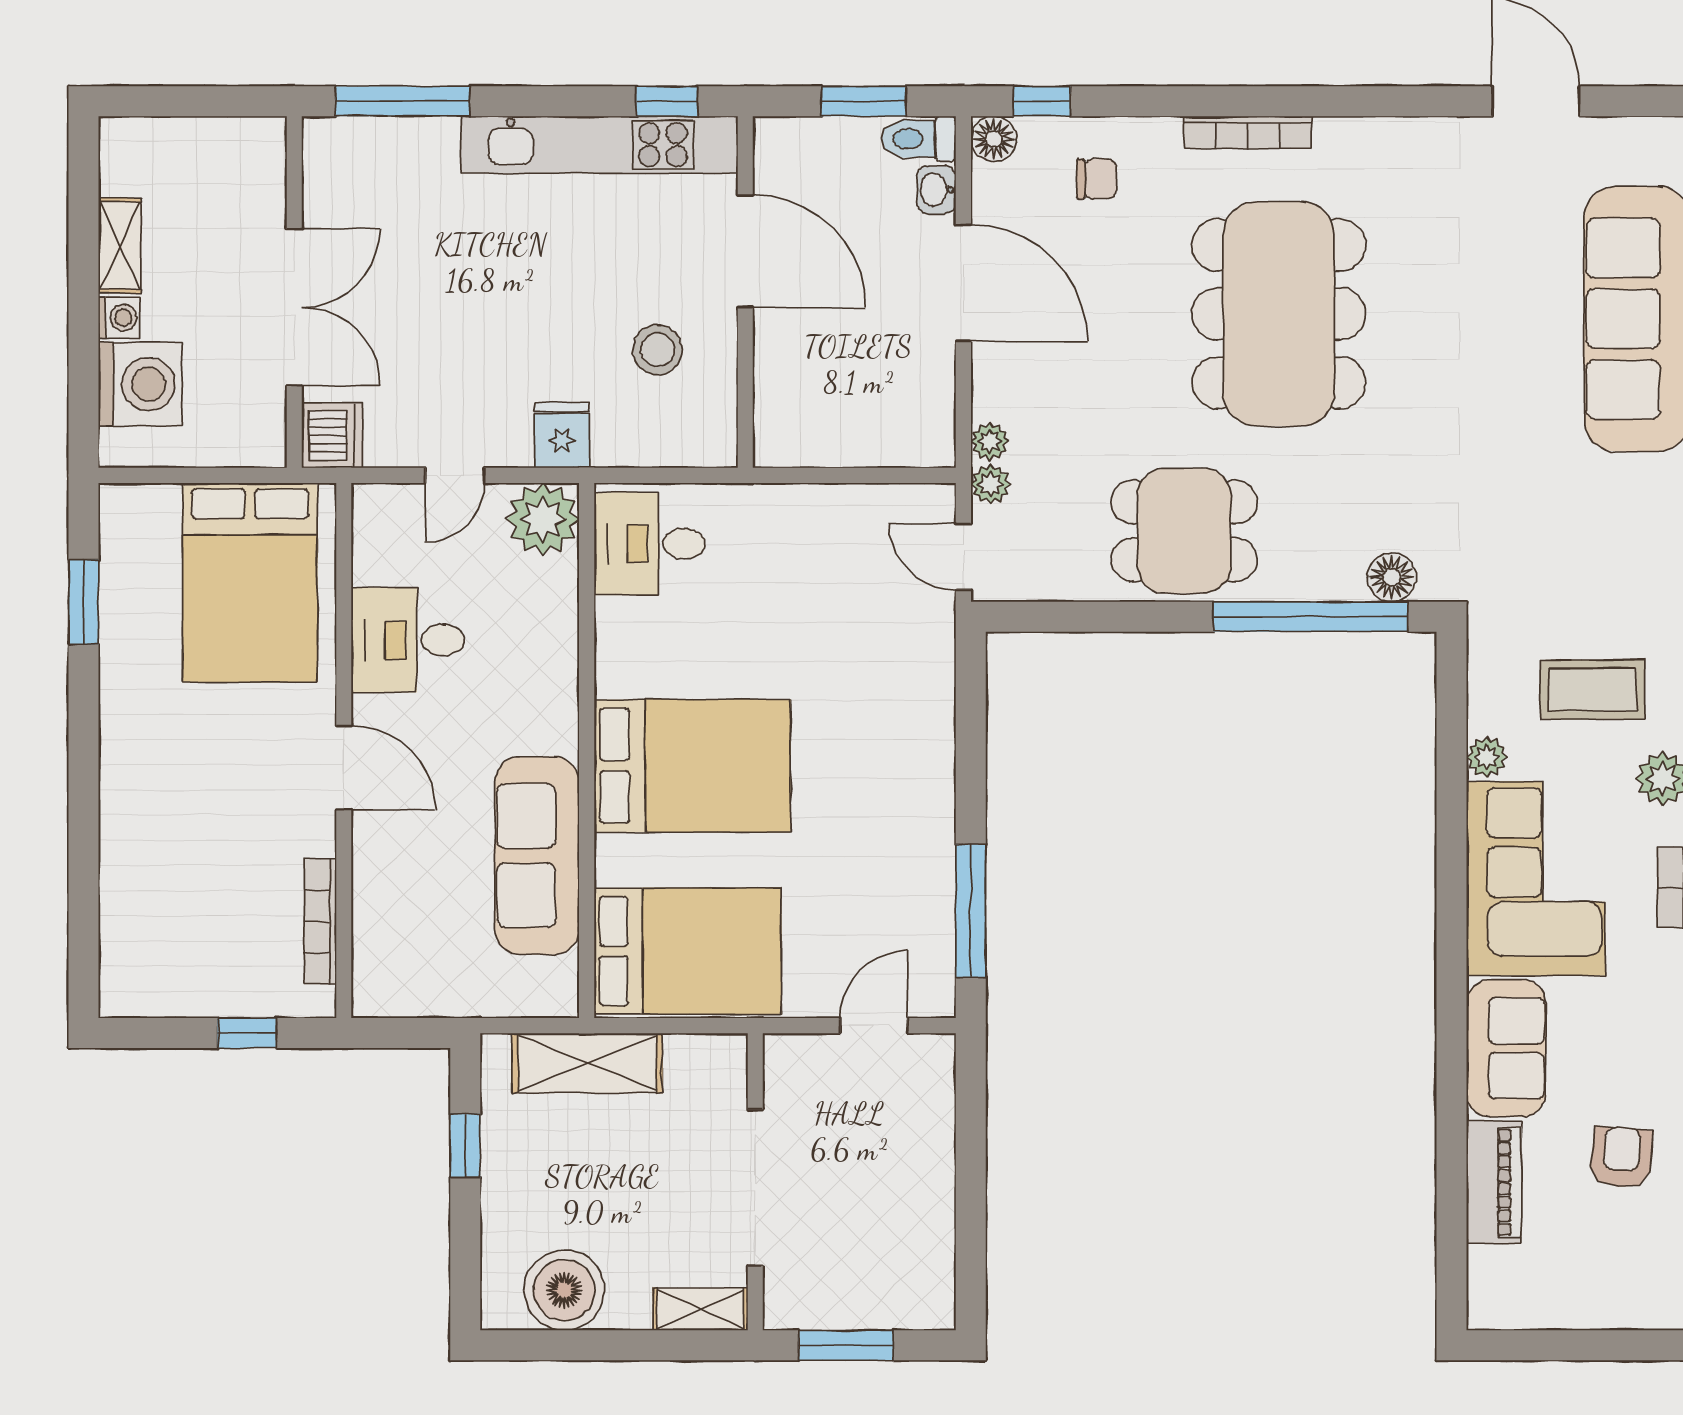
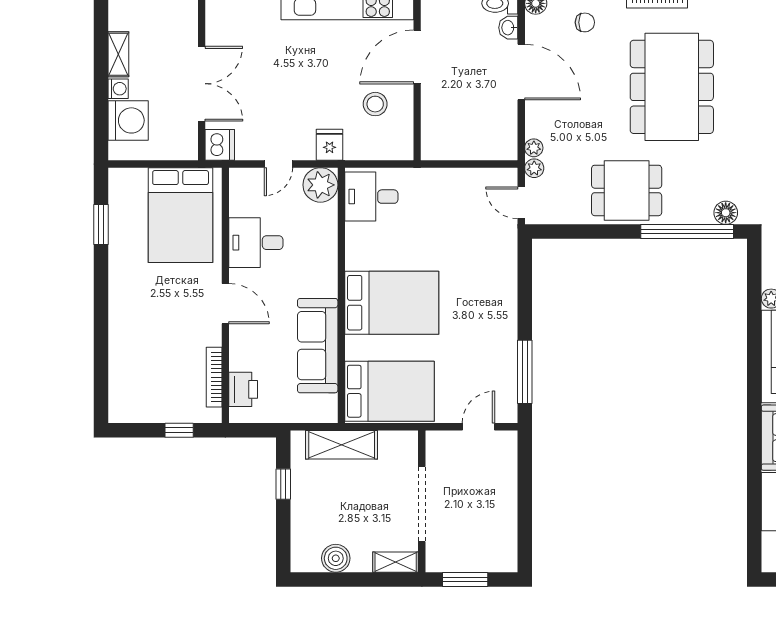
door: (745, 251) -> (417, 57), swing flipped
printer: (381, 947) -> (243, 389), added
boiler: (564, 1290) -> (336, 558), width x0.73, depth x0.73

